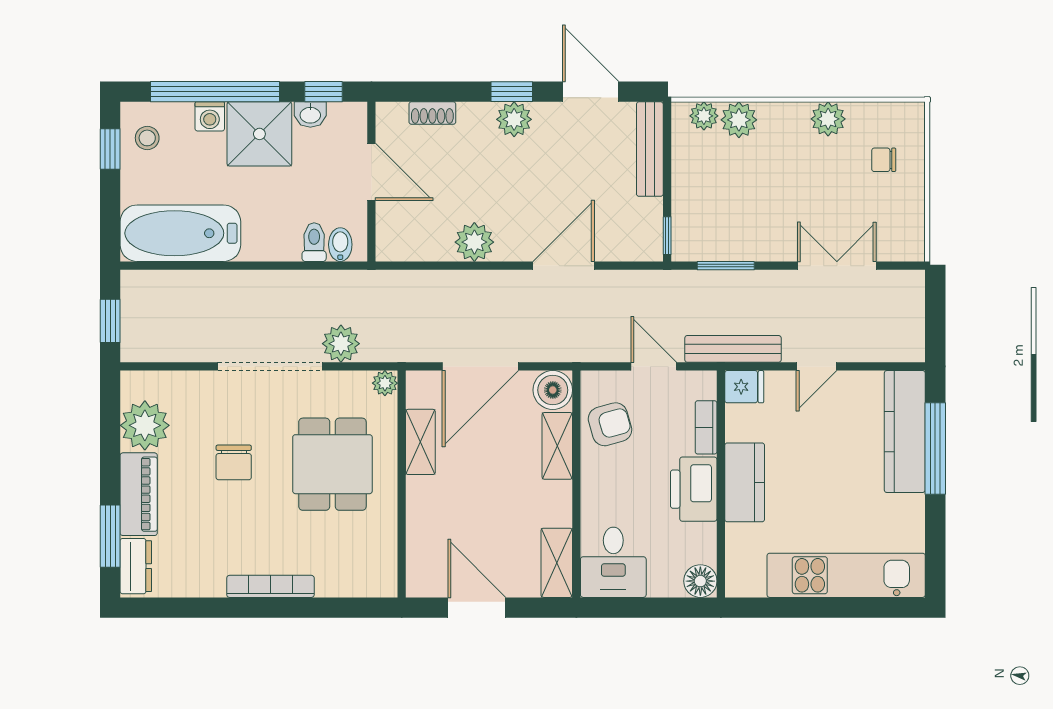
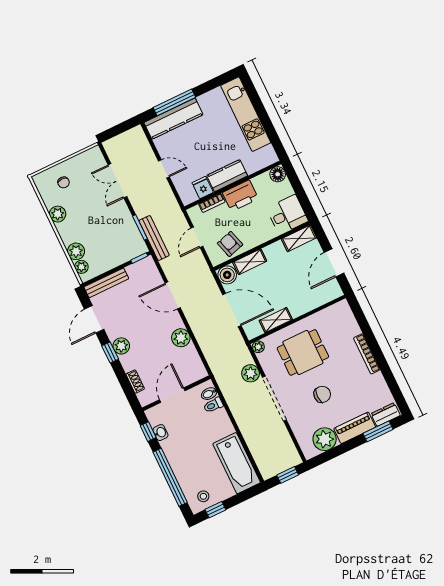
washing machine: (210, 116) -> (182, 474), removed
shower: (259, 134) -> (179, 450), removed
bench: (733, 349) -> (154, 238), moved
fridge: (744, 387) -> (203, 188), moved

